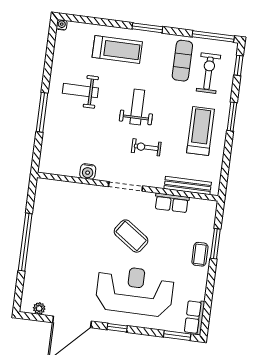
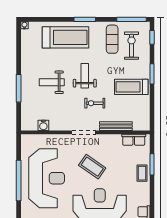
treadmill: (117, 49) -> (66, 37), width x1.37, depth x1.38
weight bench: (80, 91) -> (52, 82), moved
treadmill: (201, 131) -> (131, 87), turned -90
water cooler: (88, 172) -> (43, 125), moved
bench: (188, 186) -> (116, 126), moved
row of seats: (172, 203) -> (134, 140), moved
reception desk: (65, 244) -> (47, 178), added

